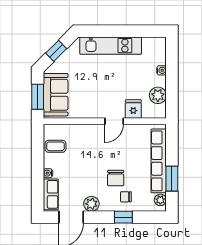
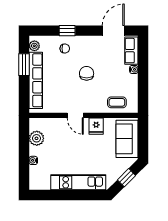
window: (38, 97) -> (143, 137), removed
fridge: (133, 109) -> (96, 126), moved
door: (114, 121) -> (75, 115), swing flipped
coffee table: (55, 146) -> (117, 102), moved
chair: (116, 178) -> (87, 73), moved
plant: (91, 204) -> (95, 42), removed

